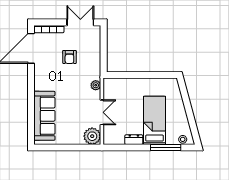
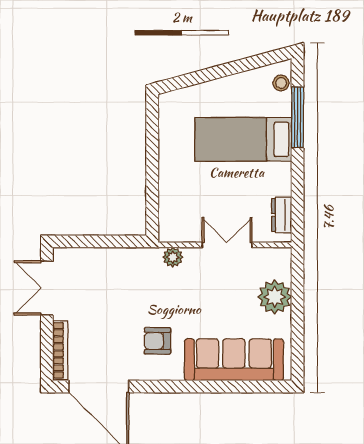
armchair: (69, 57) -> (157, 341), moved, turned 180
plant: (92, 136) -> (275, 297), moved
dresser: (134, 140) -> (282, 215), moved

